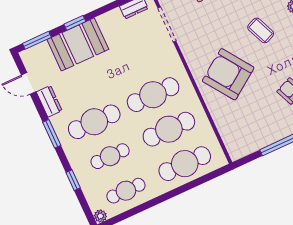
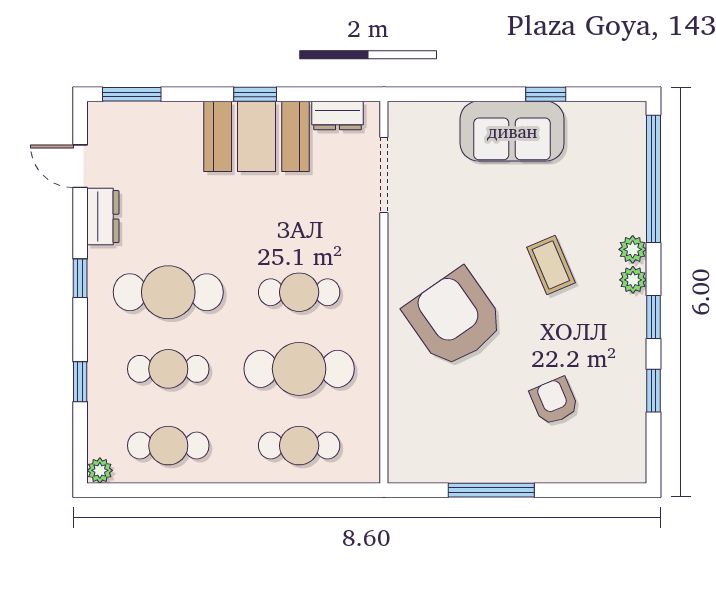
window: (75, 23) -> (255, 94), moved
booth: (78, 44) -> (257, 136), moved
cafe table: (153, 95) -> (299, 292), width x0.73, depth x0.74
window: (52, 134) -> (80, 278), width x0.67
cafe table: (185, 164) -> (299, 446), width x0.73, depth x0.74

